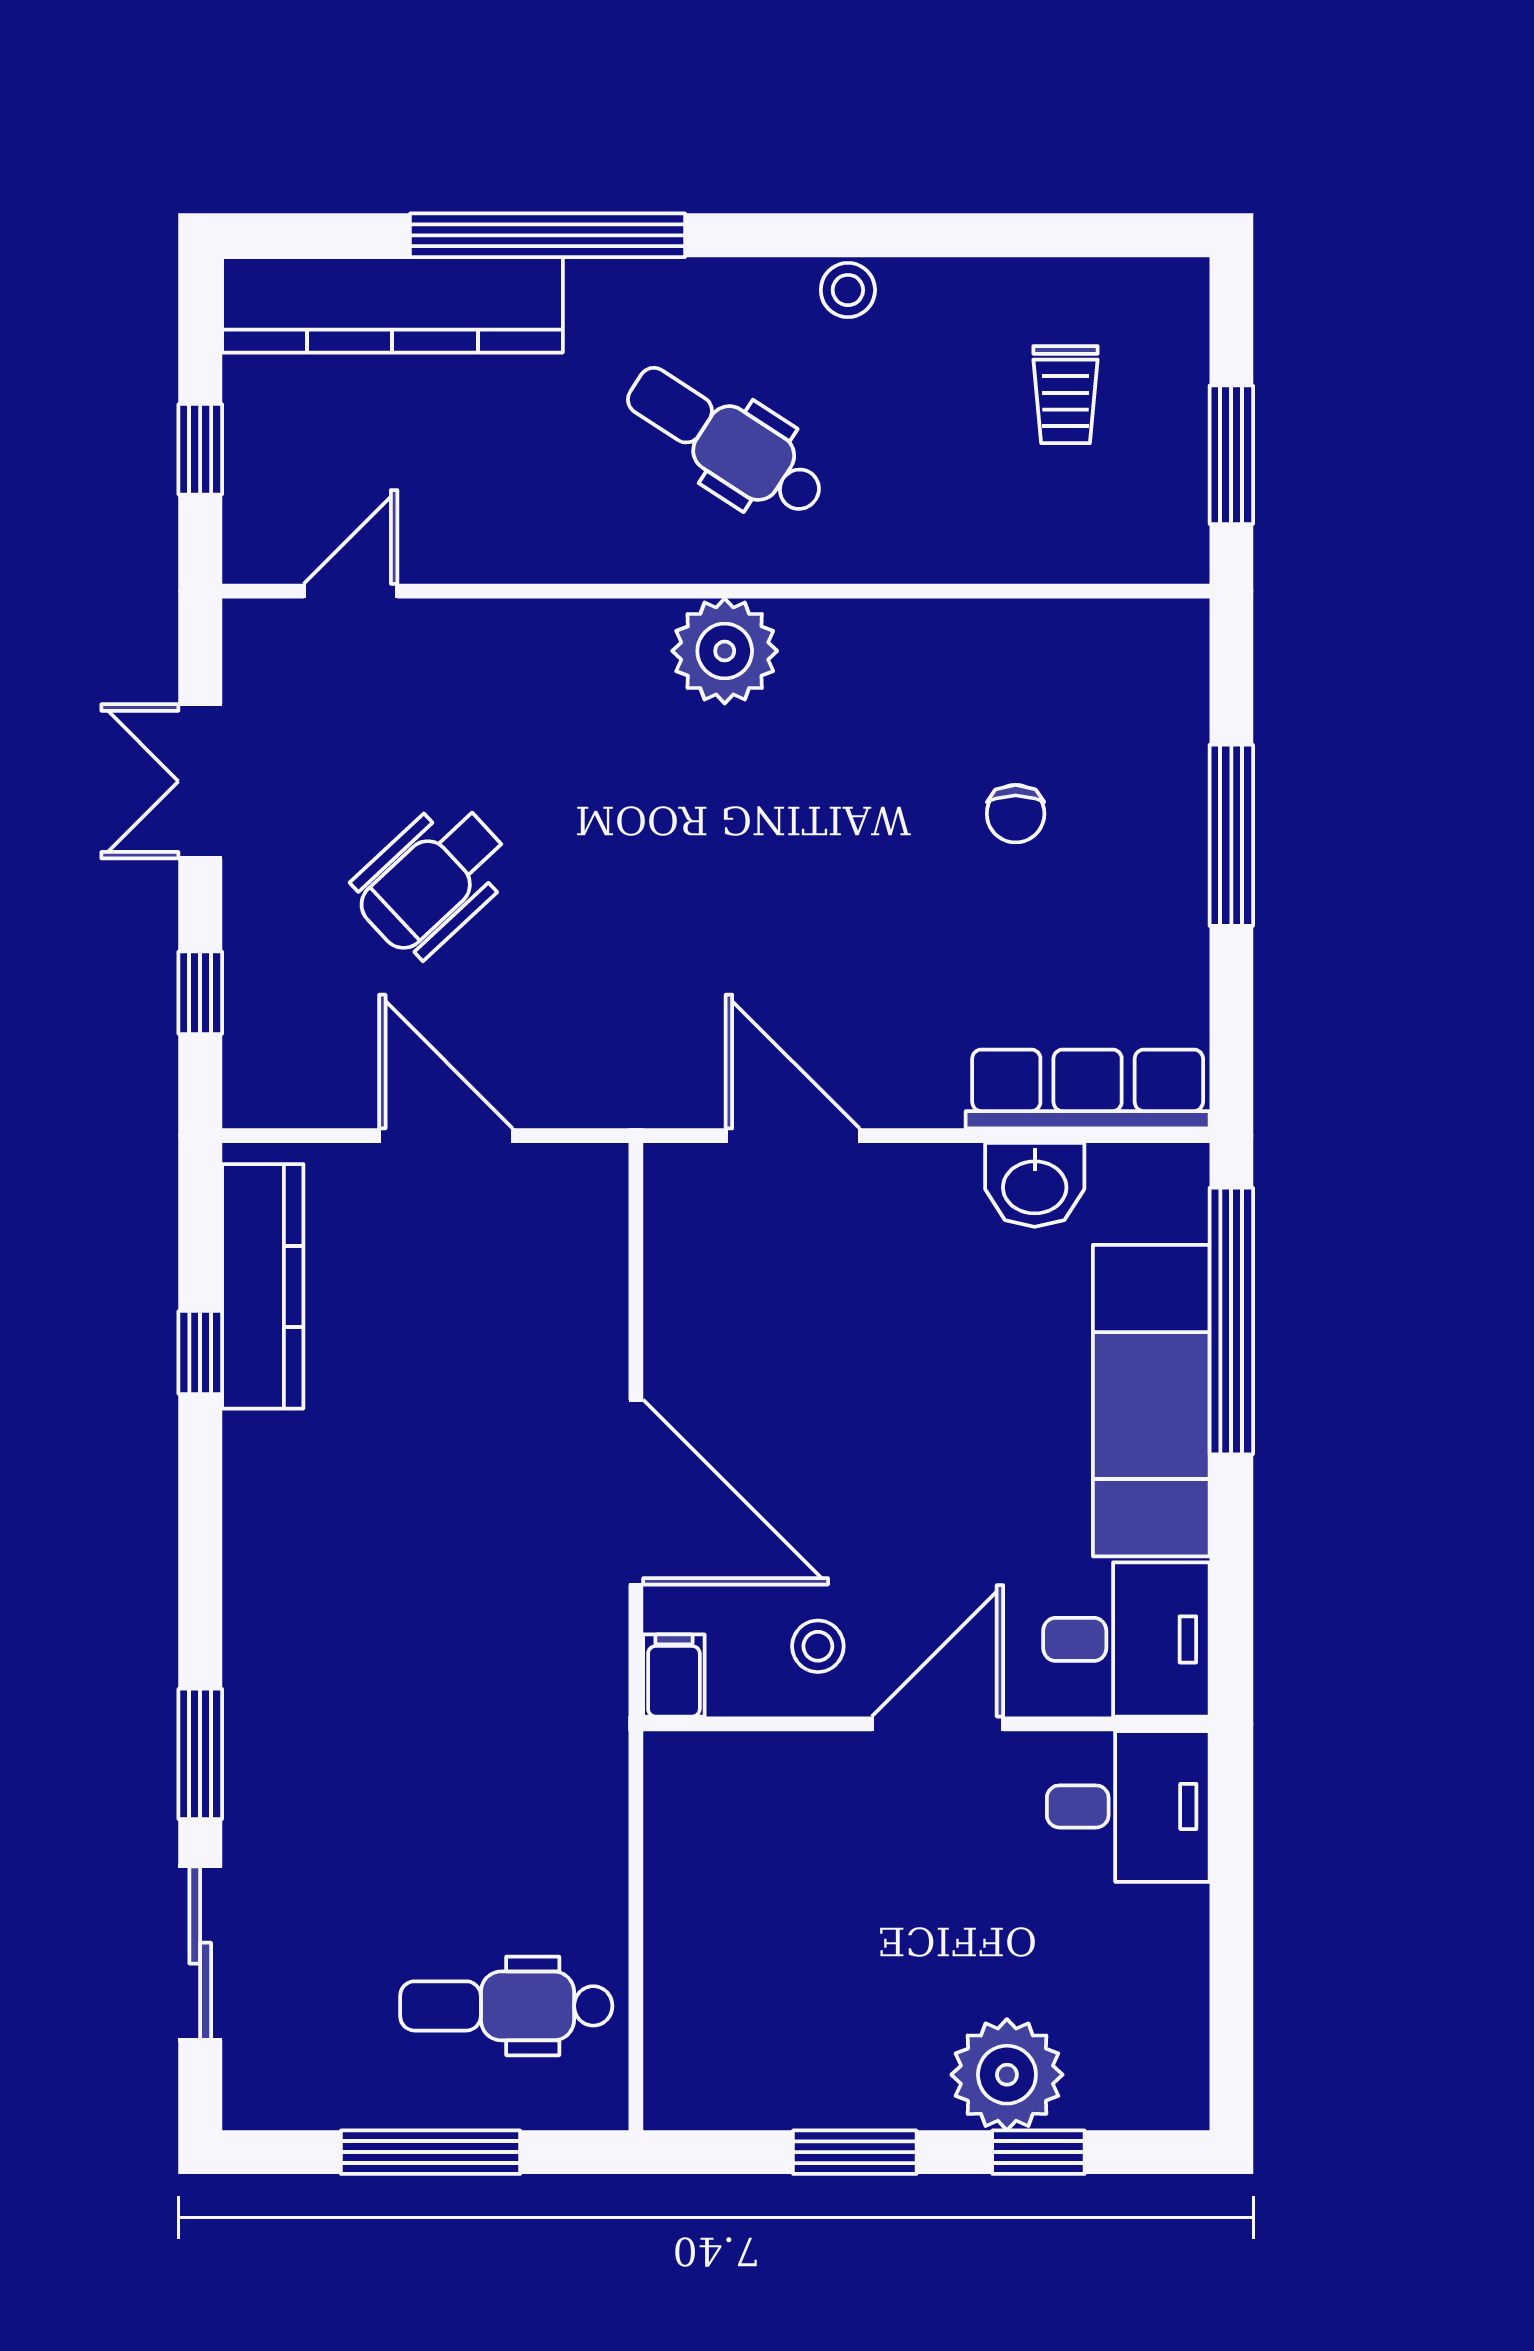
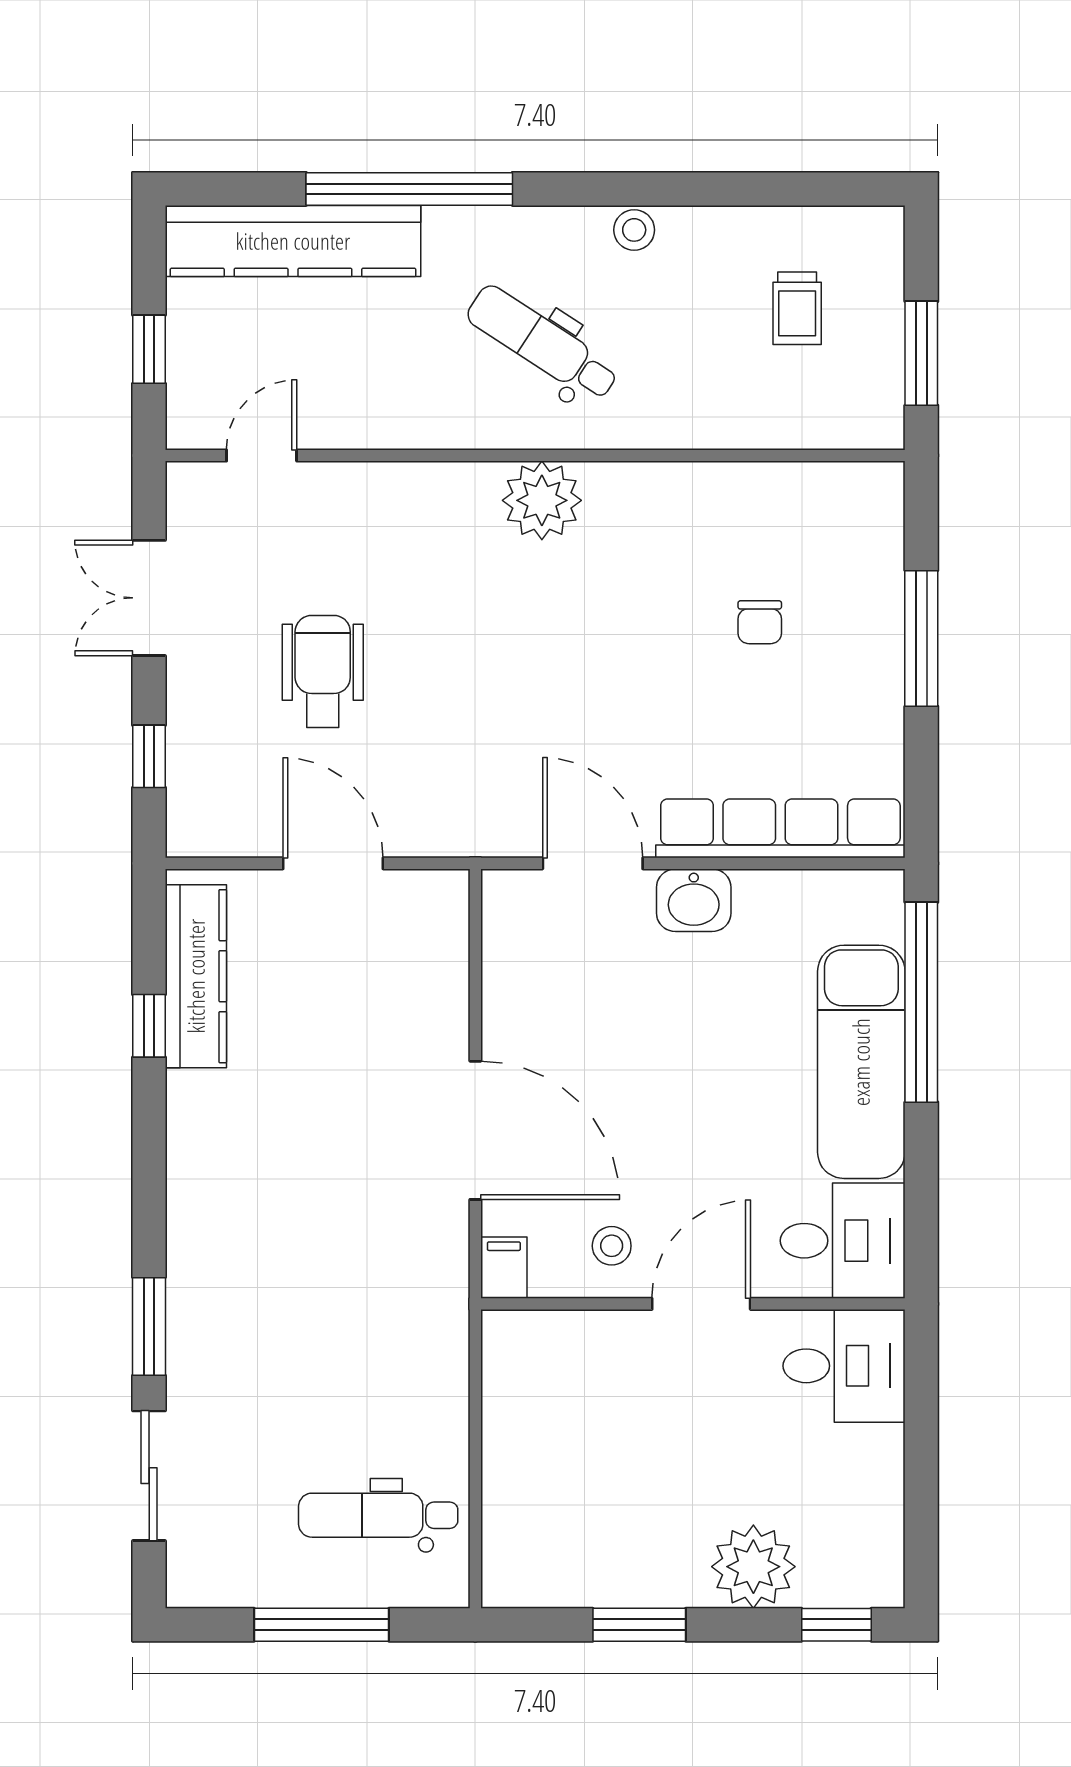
wheelchair: (432, 879) -> (323, 671), turned 133
row of seats: (1088, 1089) -> (780, 828), width x1.36
washbasin: (1035, 1185) -> (694, 900), moved
window: (1038, 2152) -> (836, 1625), moved

